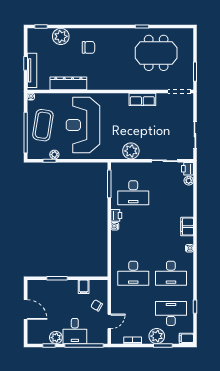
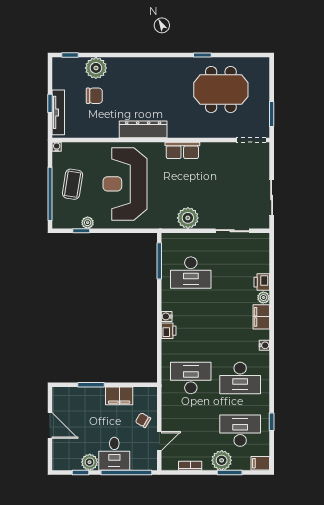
chair: (88, 47) -> (94, 96), moved
dresser: (68, 83) -> (143, 129), moved
row of seats: (142, 99) -> (182, 150), moved
coffee table: (43, 125) -> (73, 184), width x0.73, depth x0.76
printer: (187, 169) -> (262, 282), moved
plant: (189, 181) -> (263, 298), moved
printer: (116, 215) -> (169, 331), moved
desk: (133, 273) -> (191, 378), turned 180
filing cabinet: (84, 287) -> (119, 396), width x2.00

